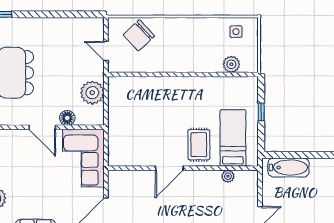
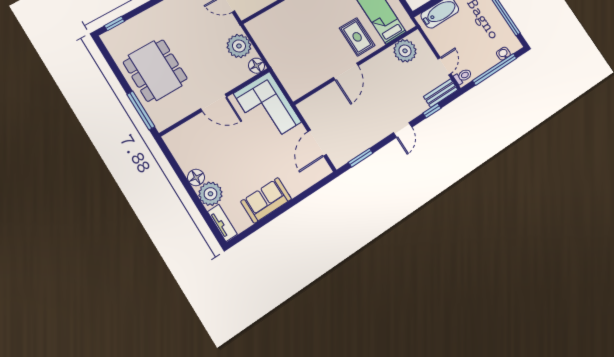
floor lamp: (67, 118) -> (257, 66), moved
plant: (228, 176) -> (405, 51), width x1.88, depth x1.88

